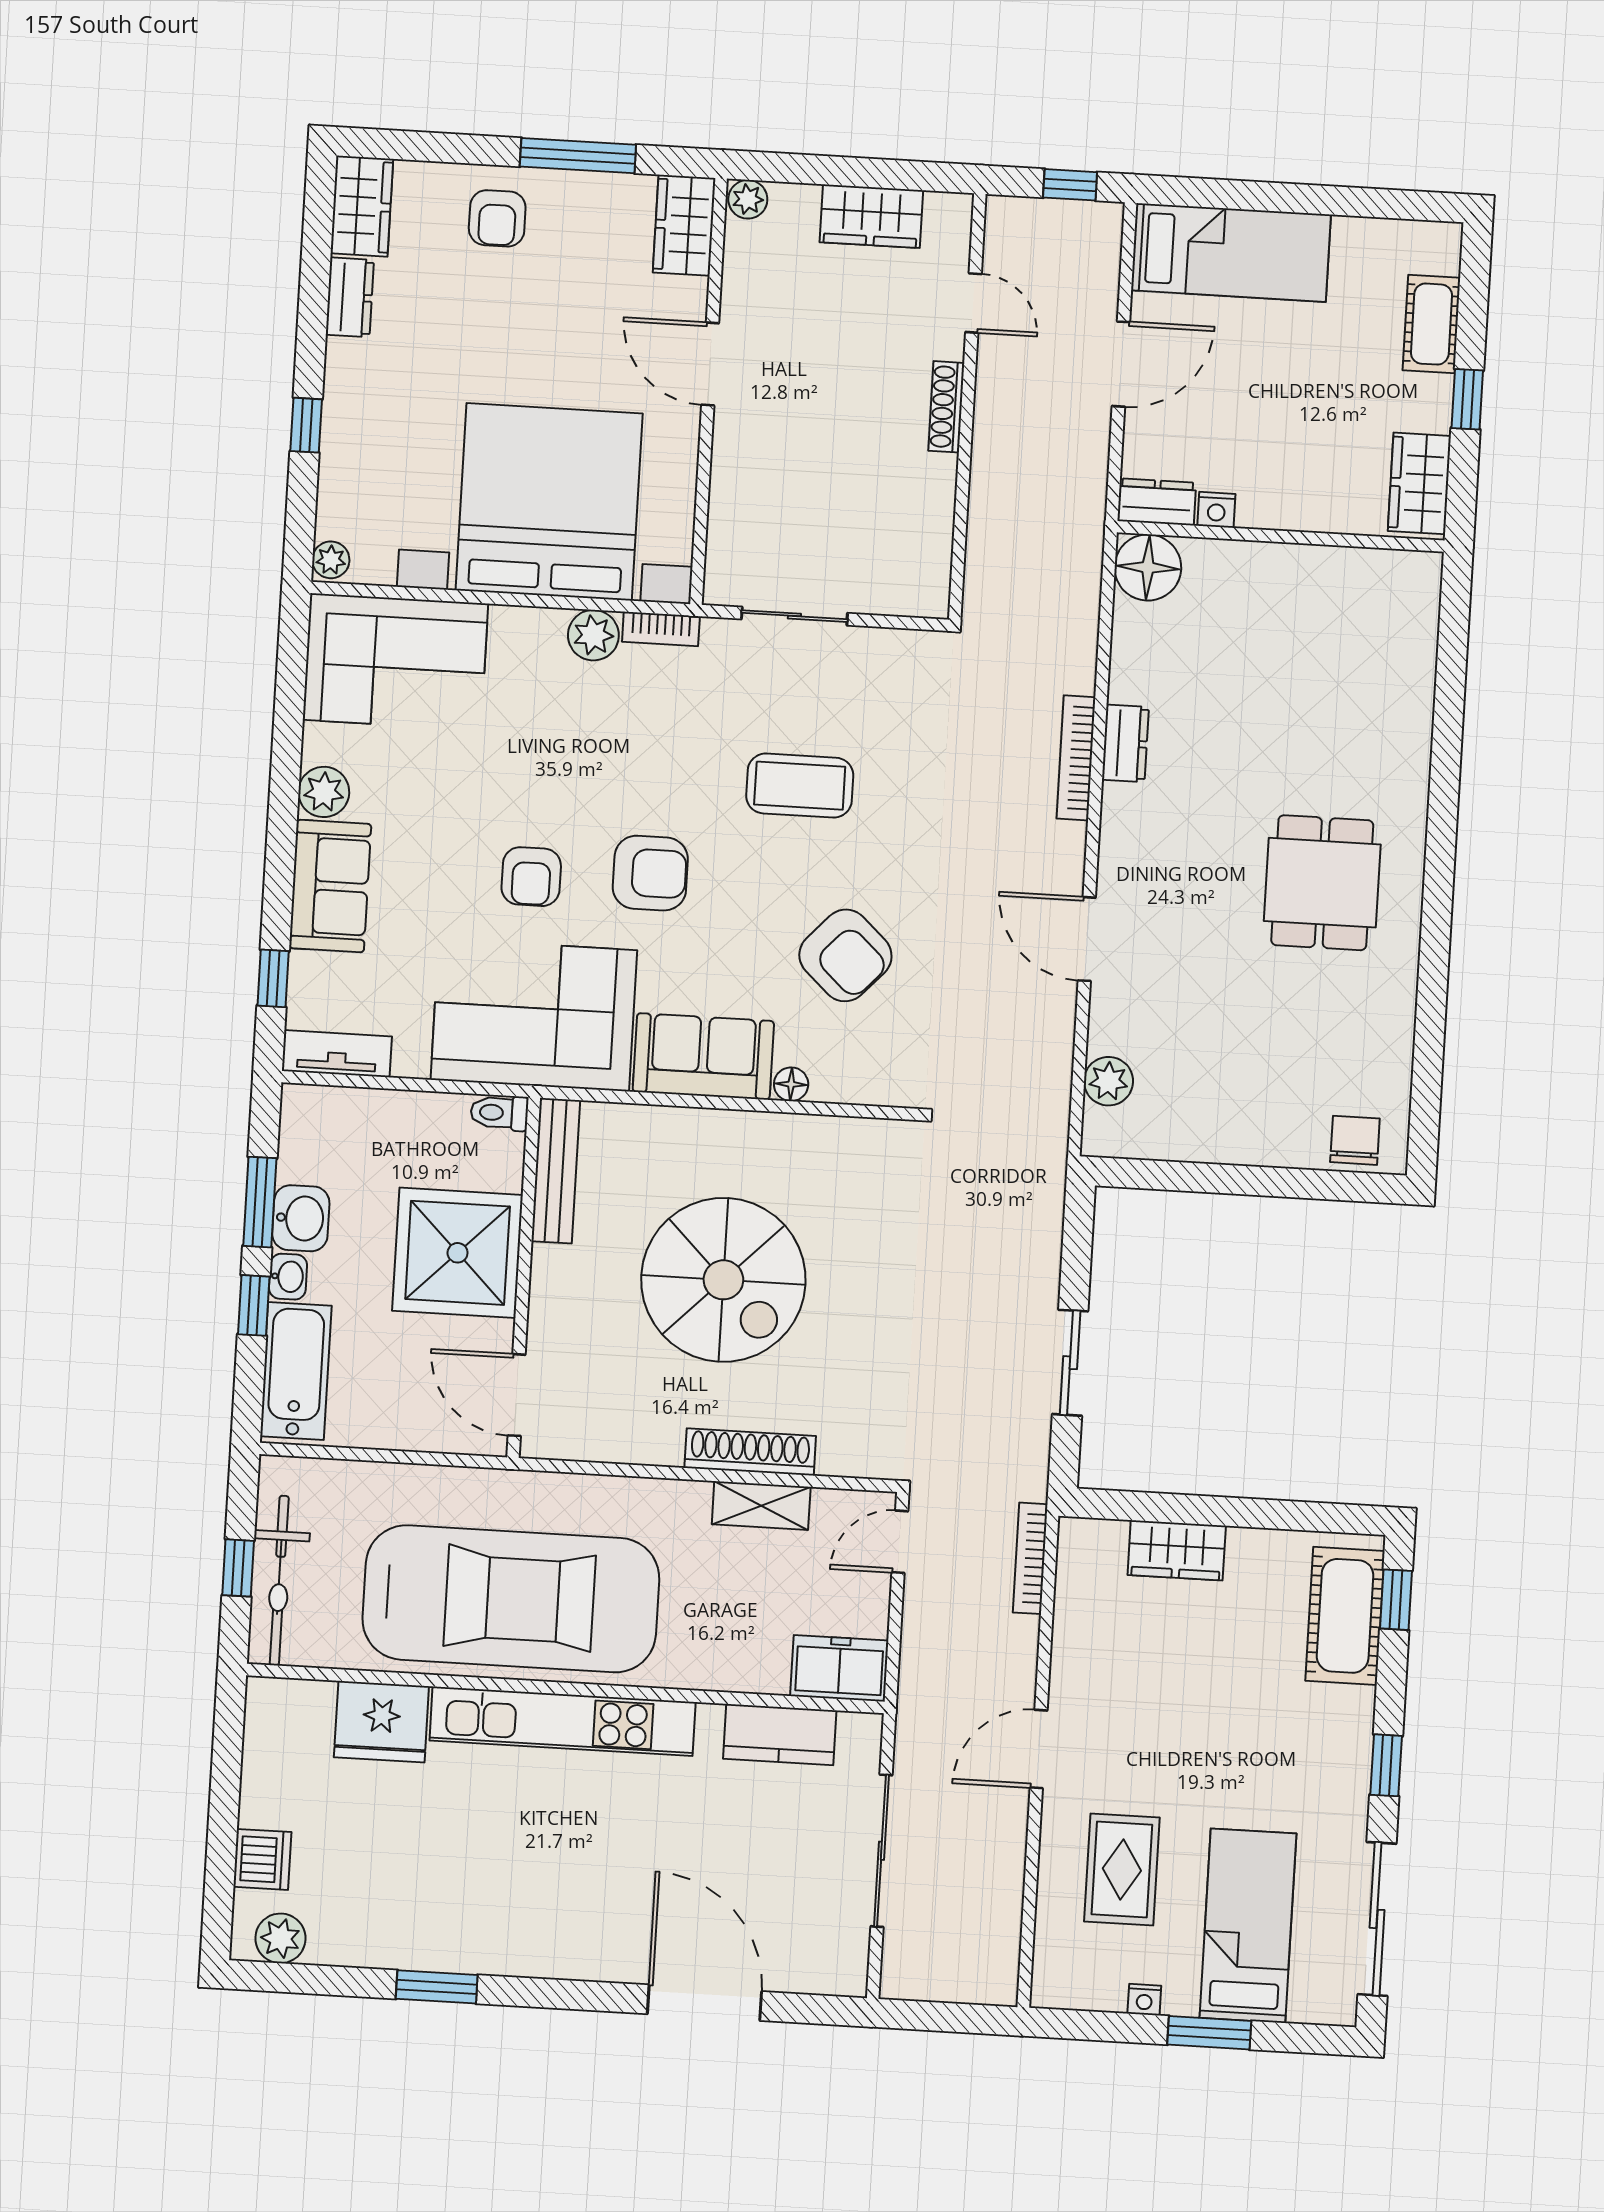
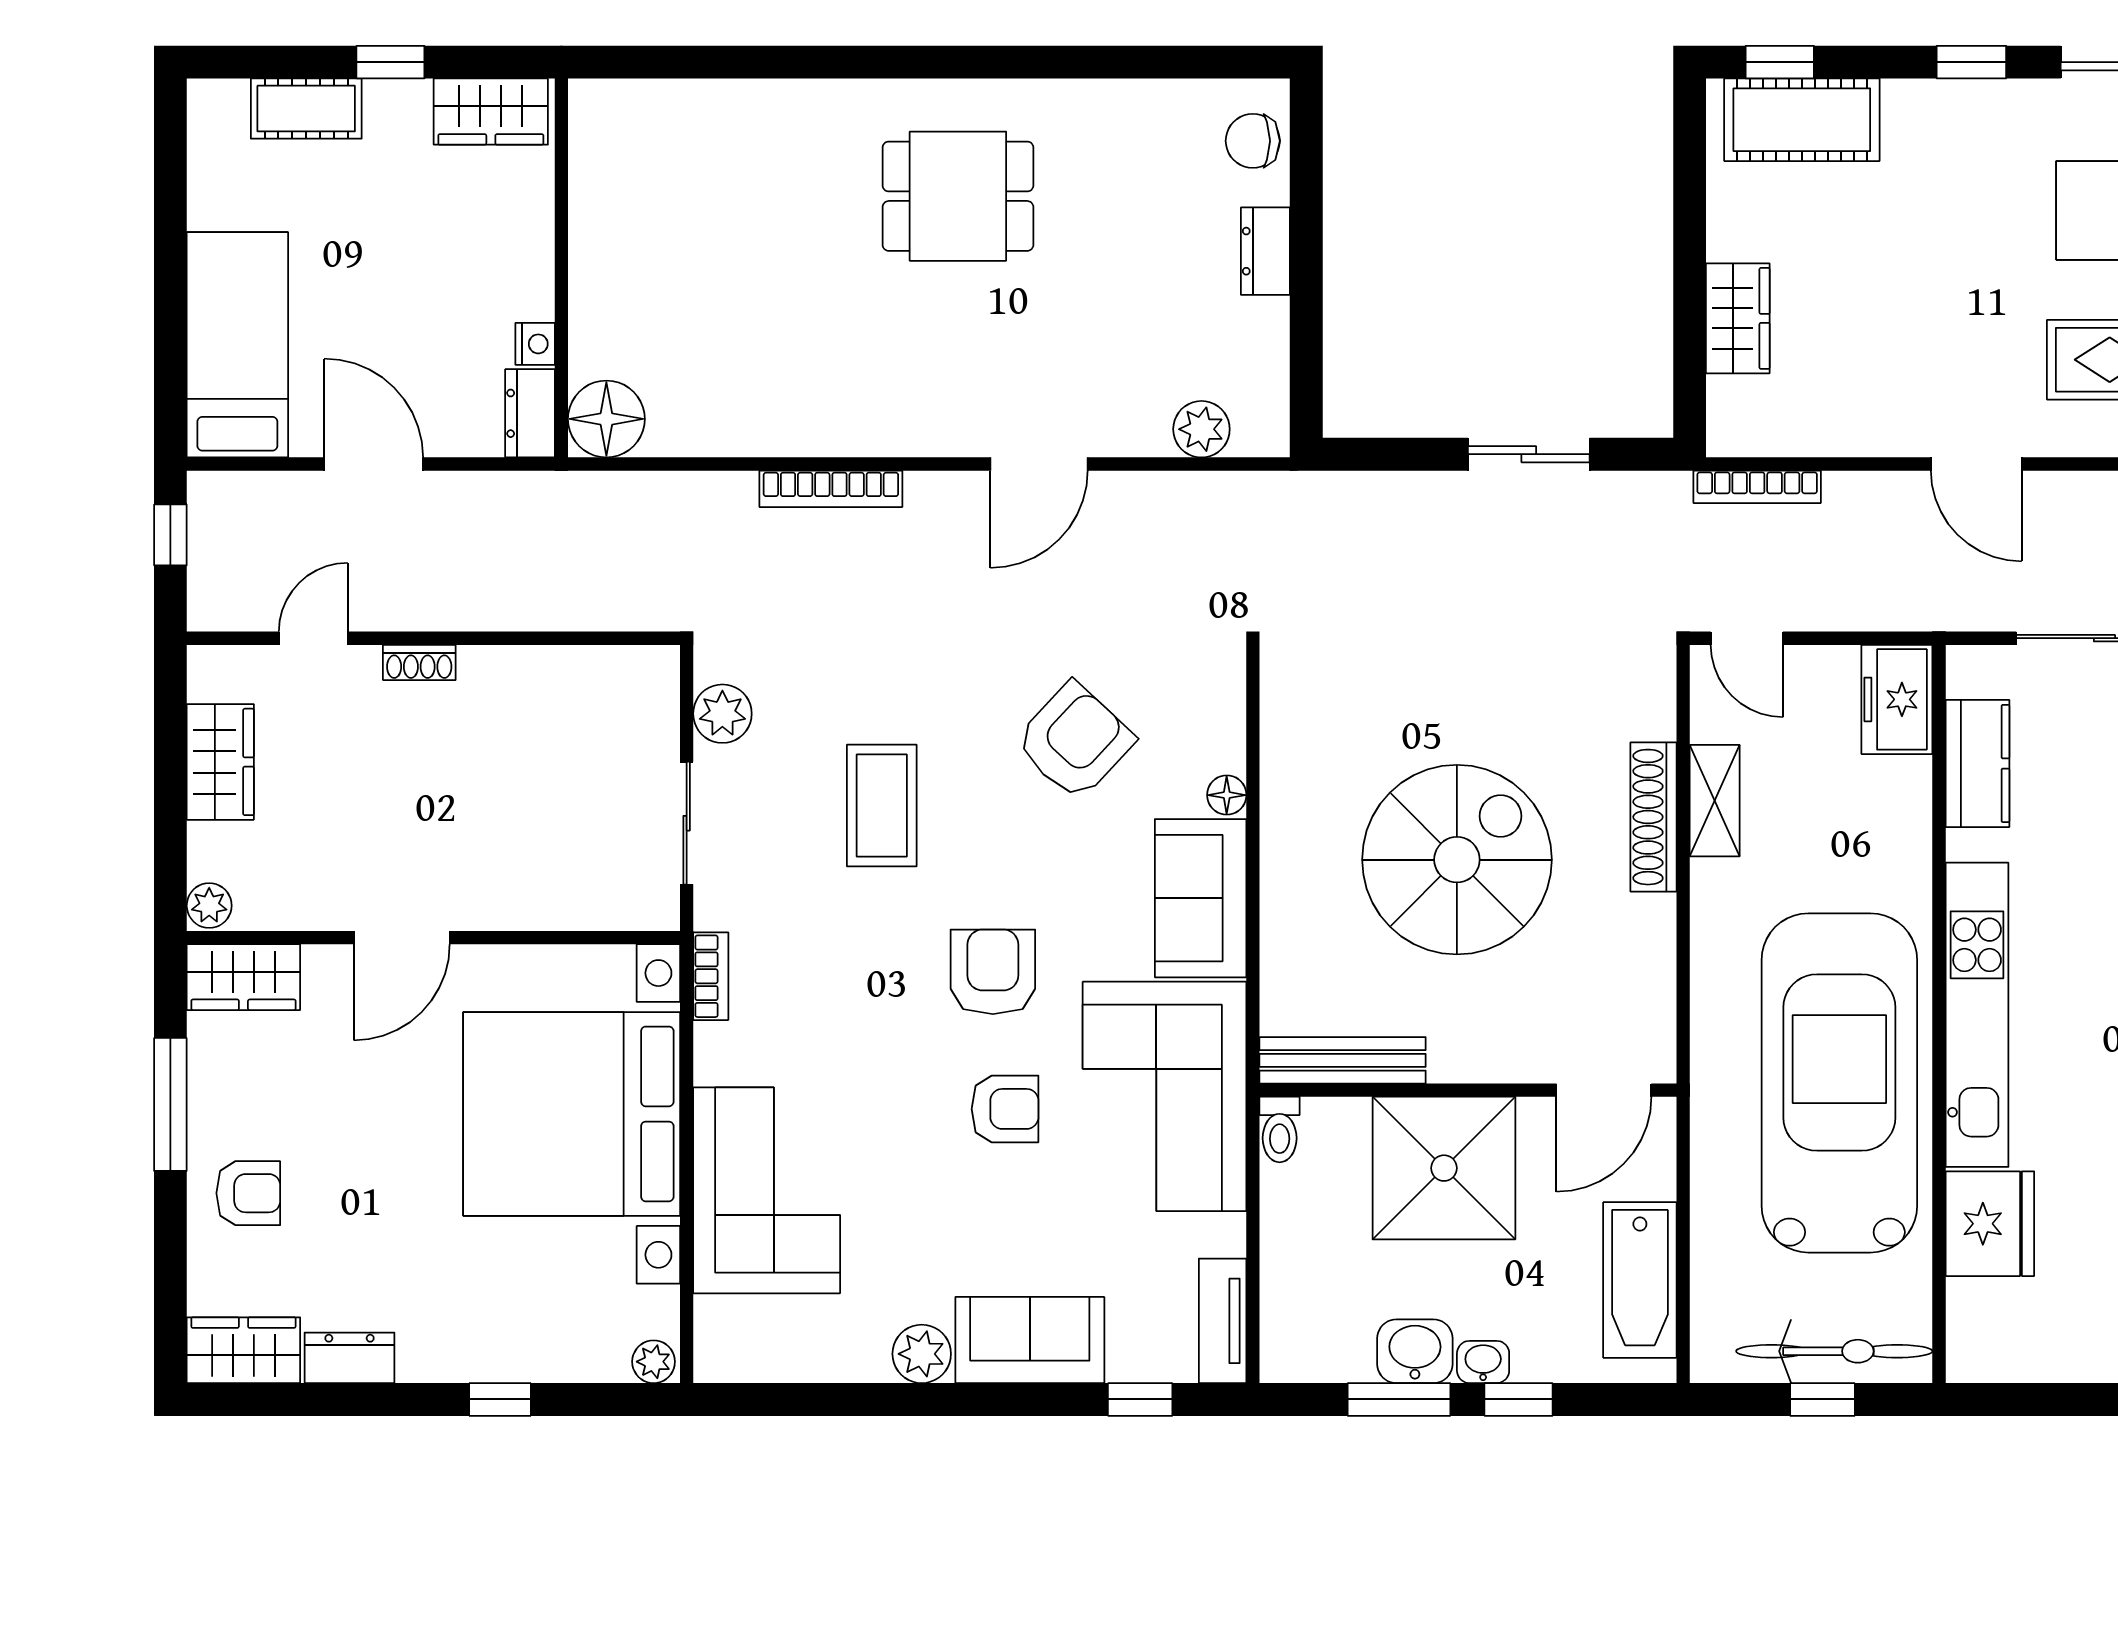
shoe rack: (946, 407) -> (419, 662), width x0.70
plant: (593, 635) -> (722, 714), moved
corner sofa: (395, 662) -> (767, 1190), moved
dresser: (1125, 743) -> (1265, 251), moved, turned -90
bathtub: (296, 1371) -> (1640, 1280), moved, turned -90

